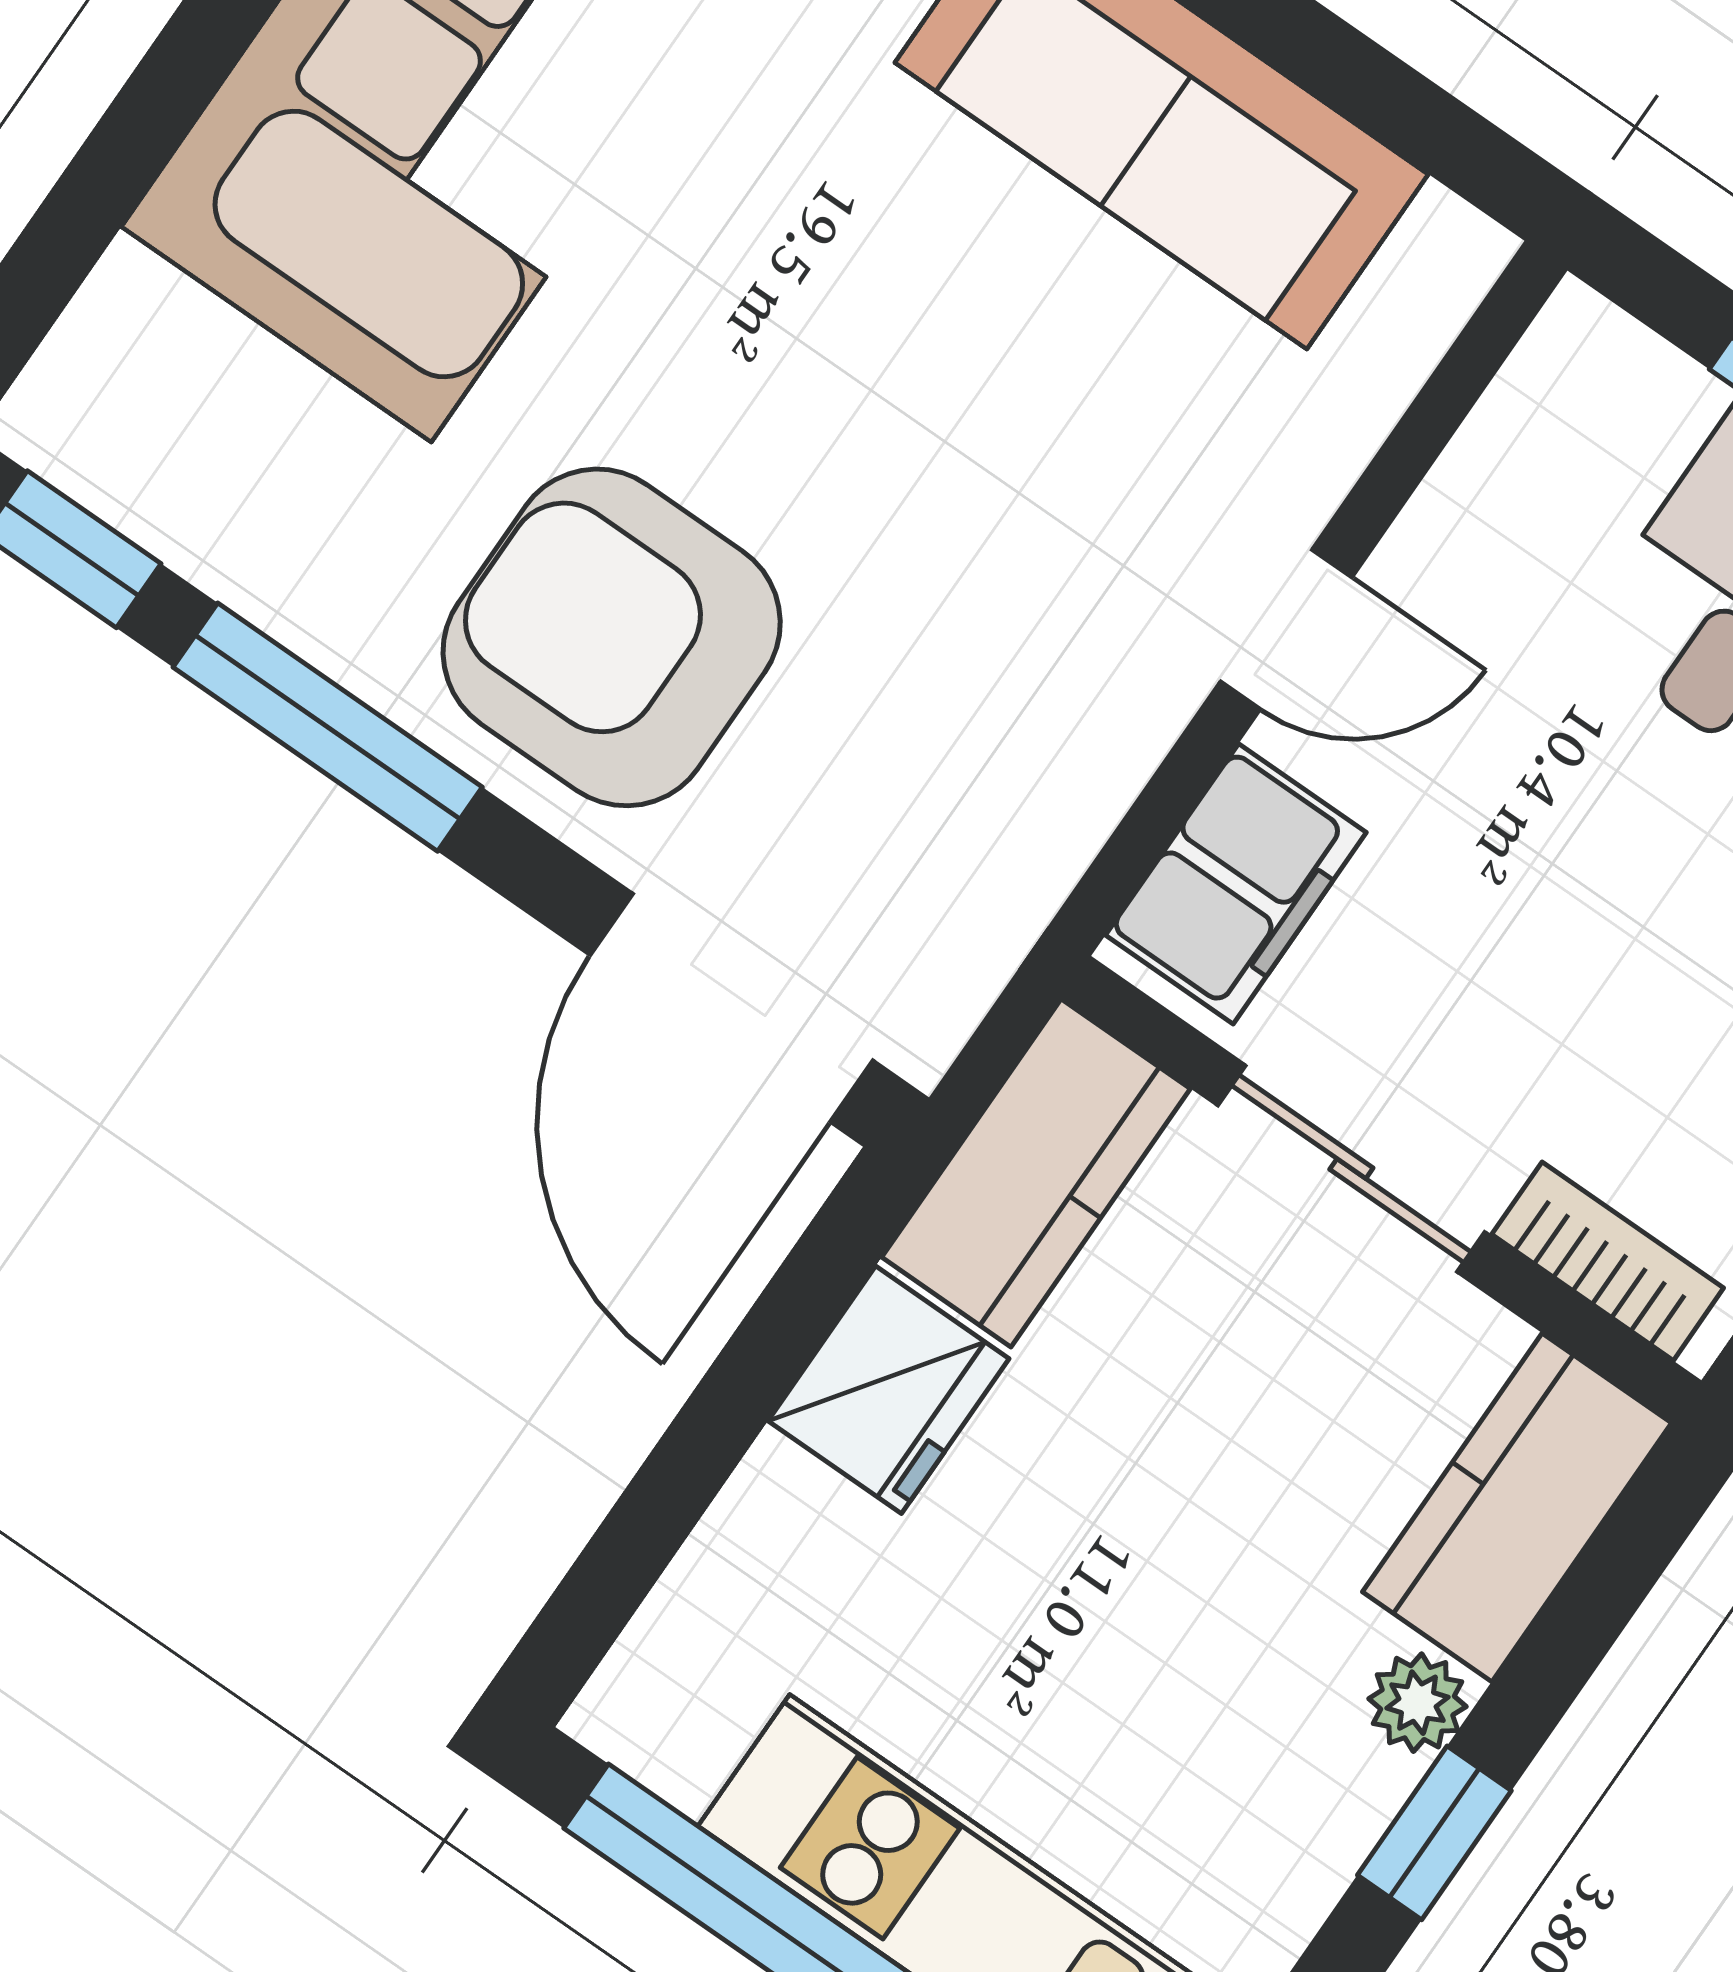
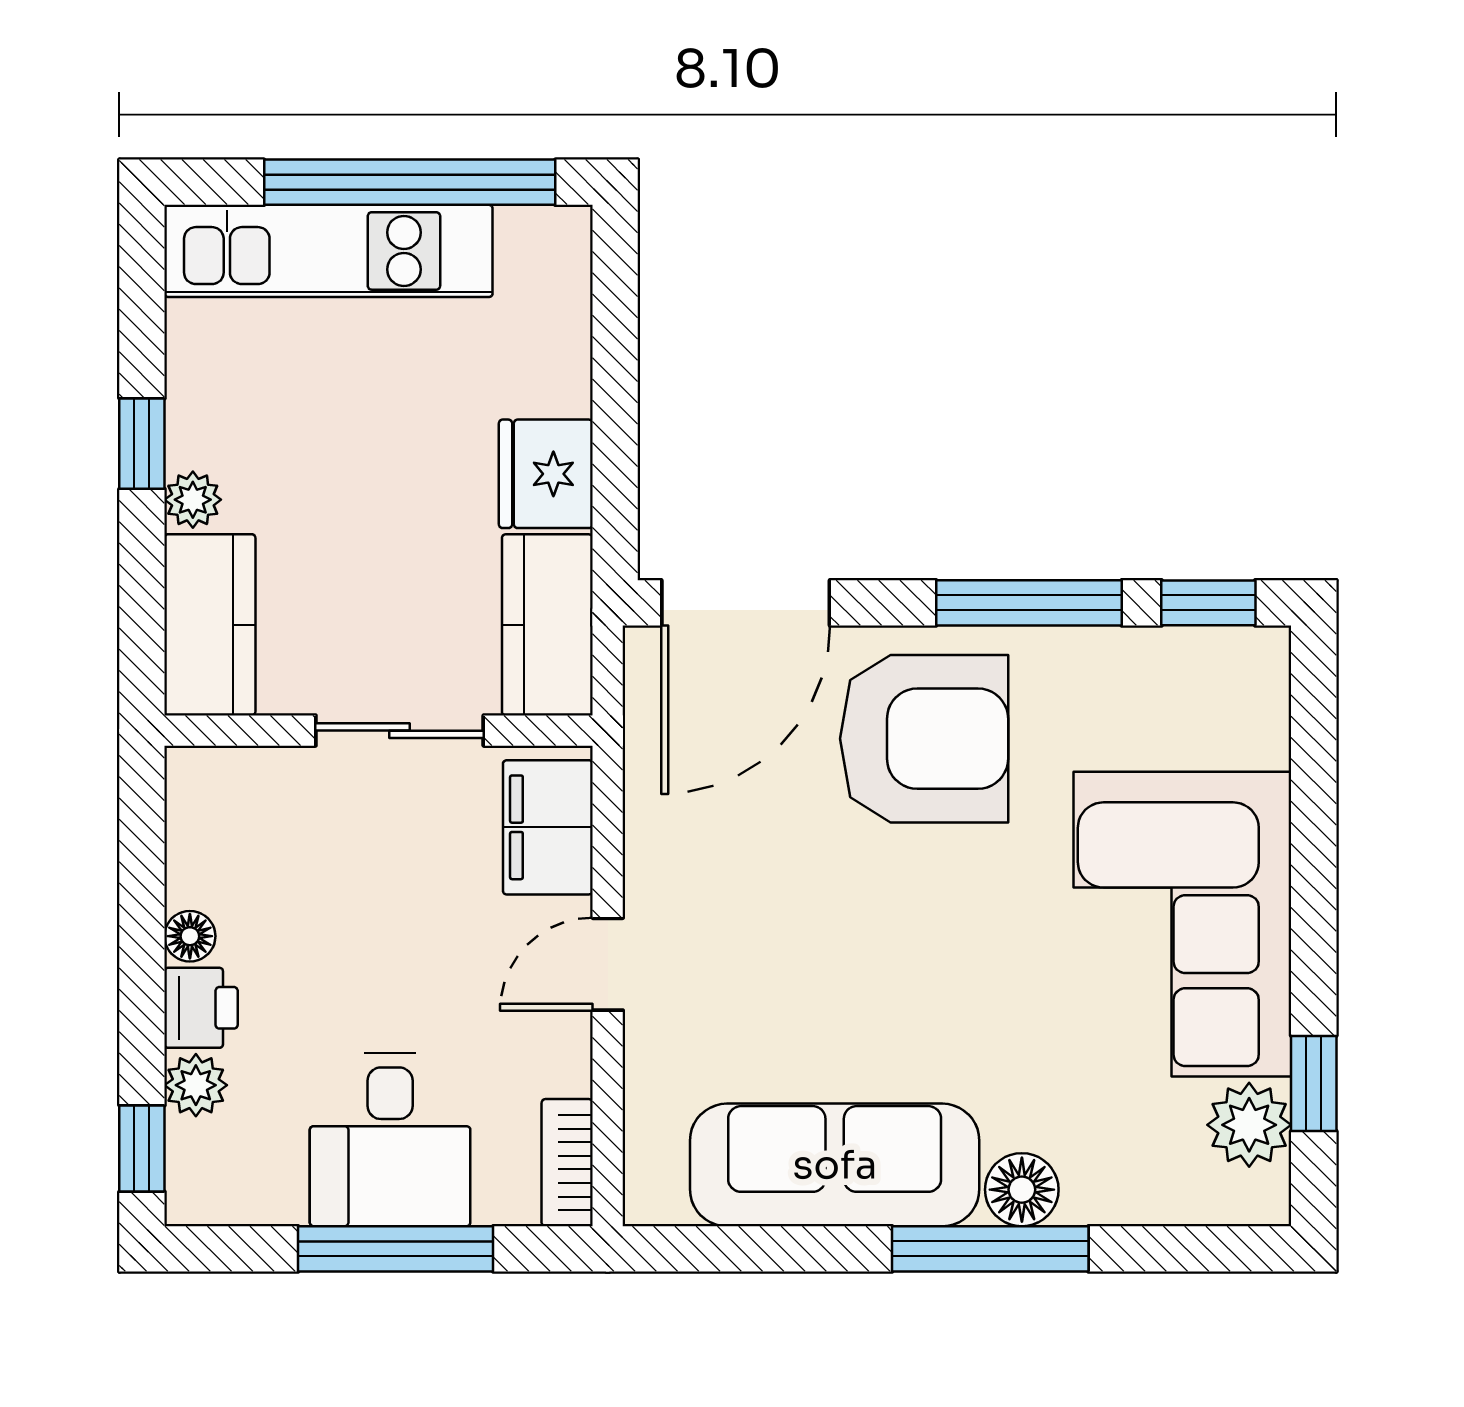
door: (732, 1008) -> (746, 603), swing flipped
bookcase: (1608, 1261) -> (567, 1163), moved, turned 90

